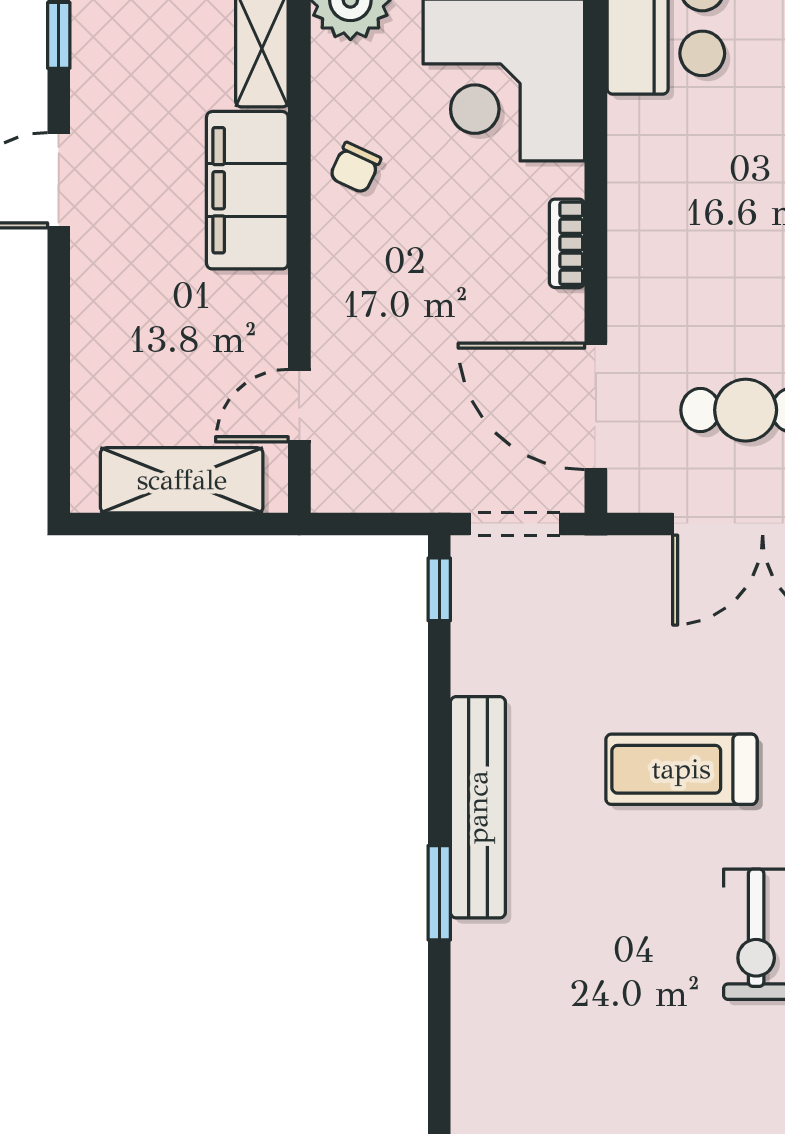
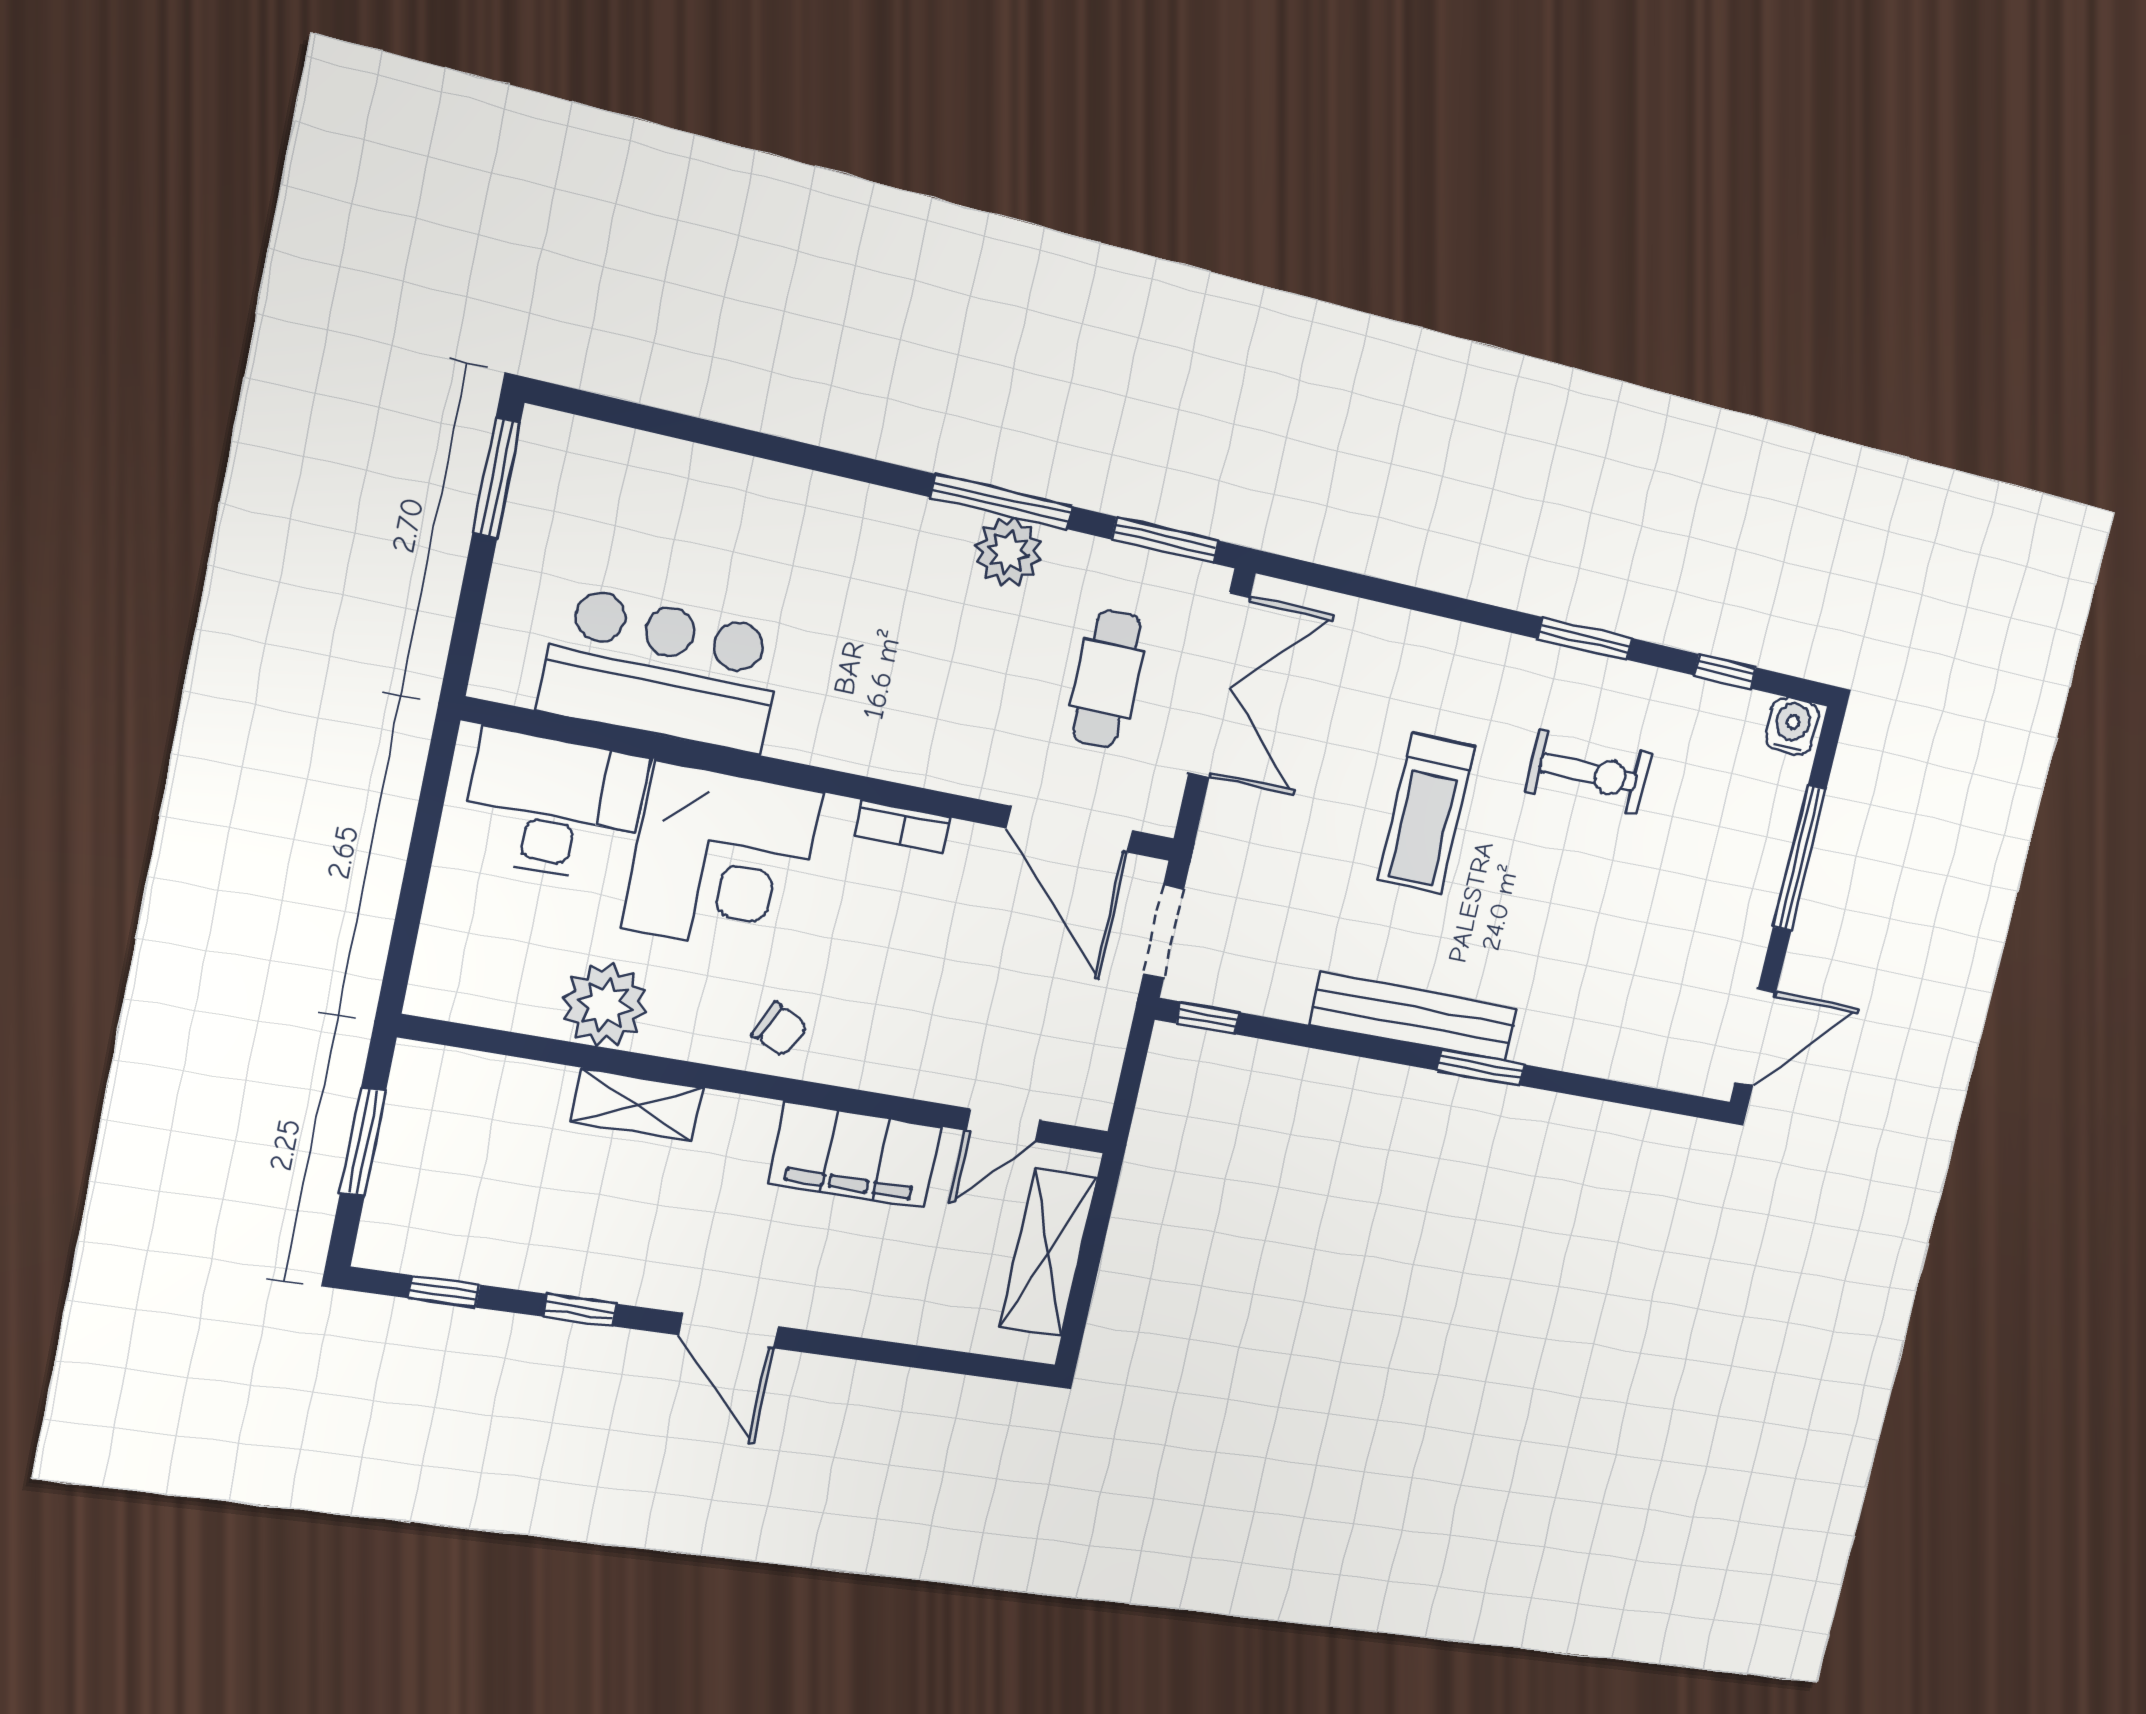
filing cabinet: (247, 190) -> (855, 1155), moved
door: (299, 406) -> (1003, 1125), hinge flipped
door: (596, 406) -> (1069, 829), hinge flipped

